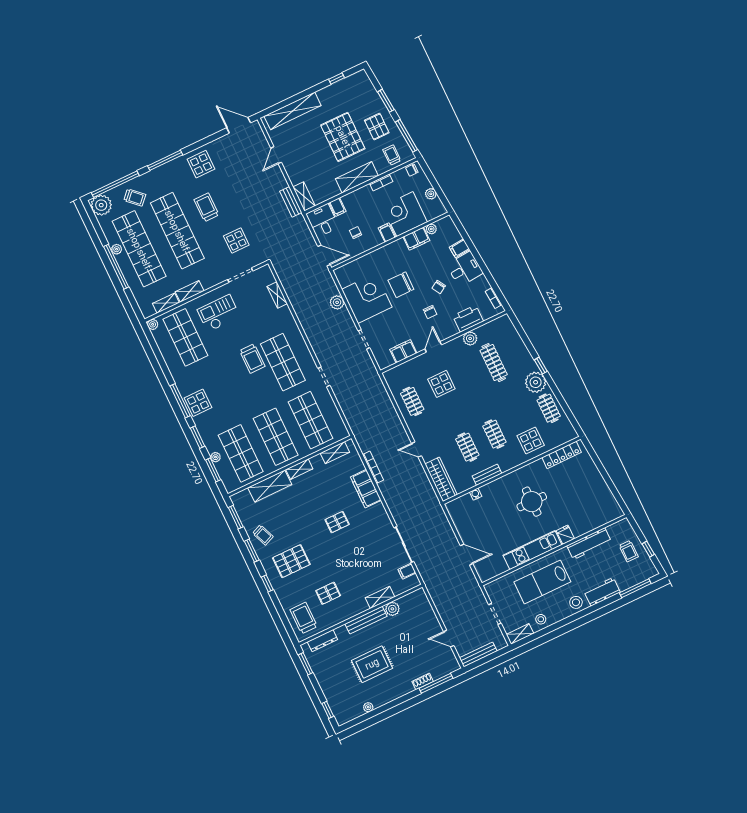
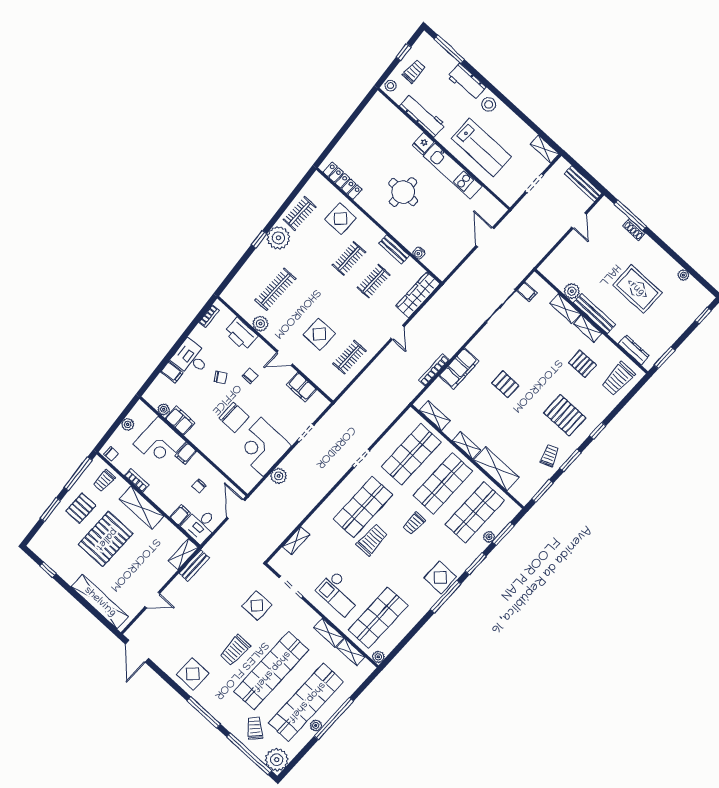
trolley: (252, 399) -> (414, 523), added
shelving: (356, 609) -> (588, 329), added
stool: (541, 619) -> (391, 86), moved

